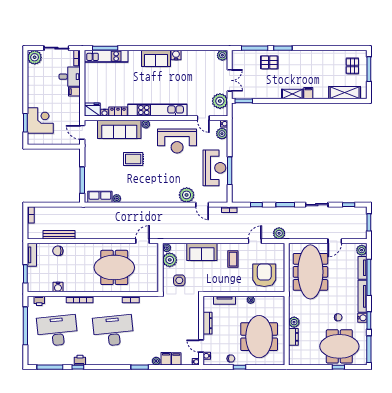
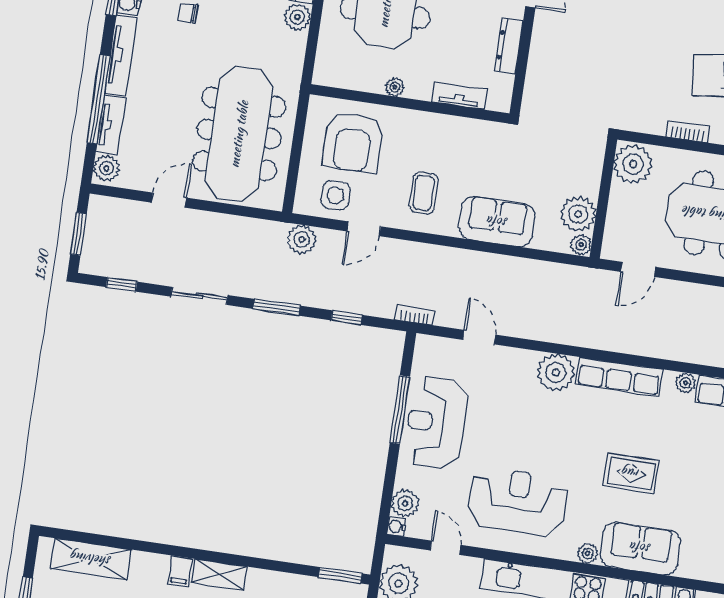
sofa: (119, 129) -> (640, 548), width x0.73
plant: (187, 195) -> (556, 373), moved
row of seats: (144, 197) -> (619, 377), added
side table: (179, 280) -> (335, 195), moved
plant: (151, 283) -> (633, 164), added

